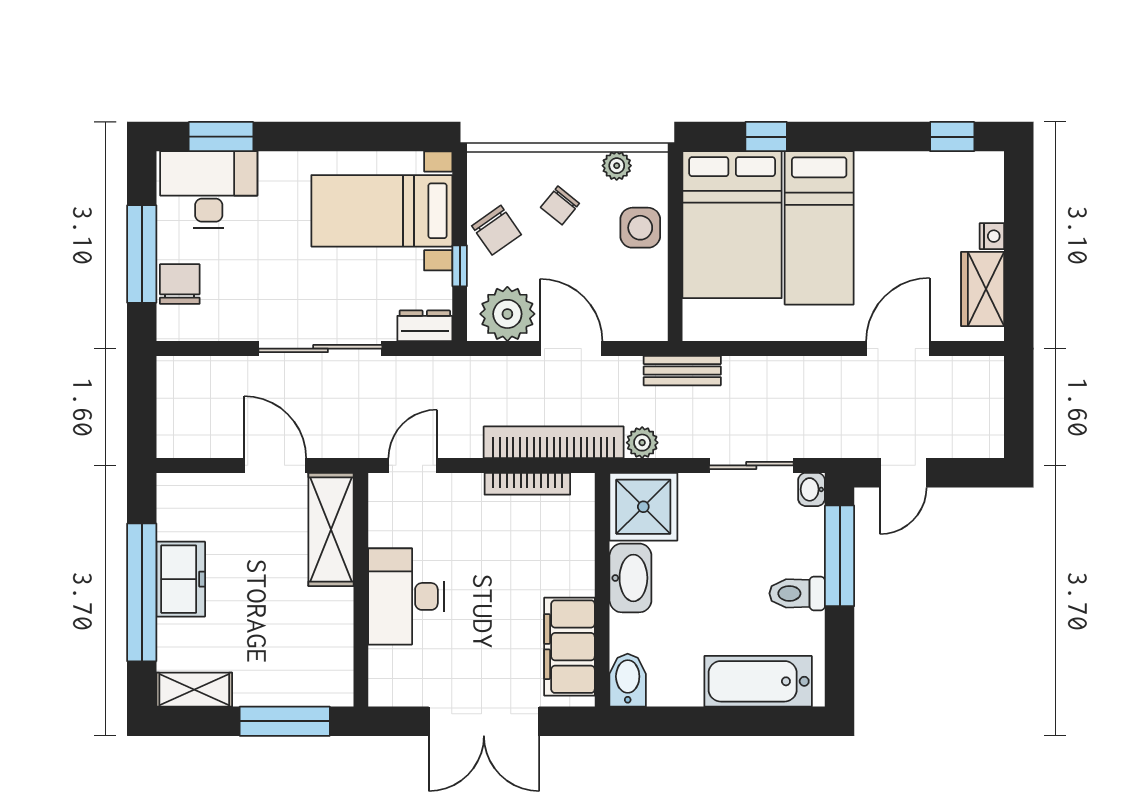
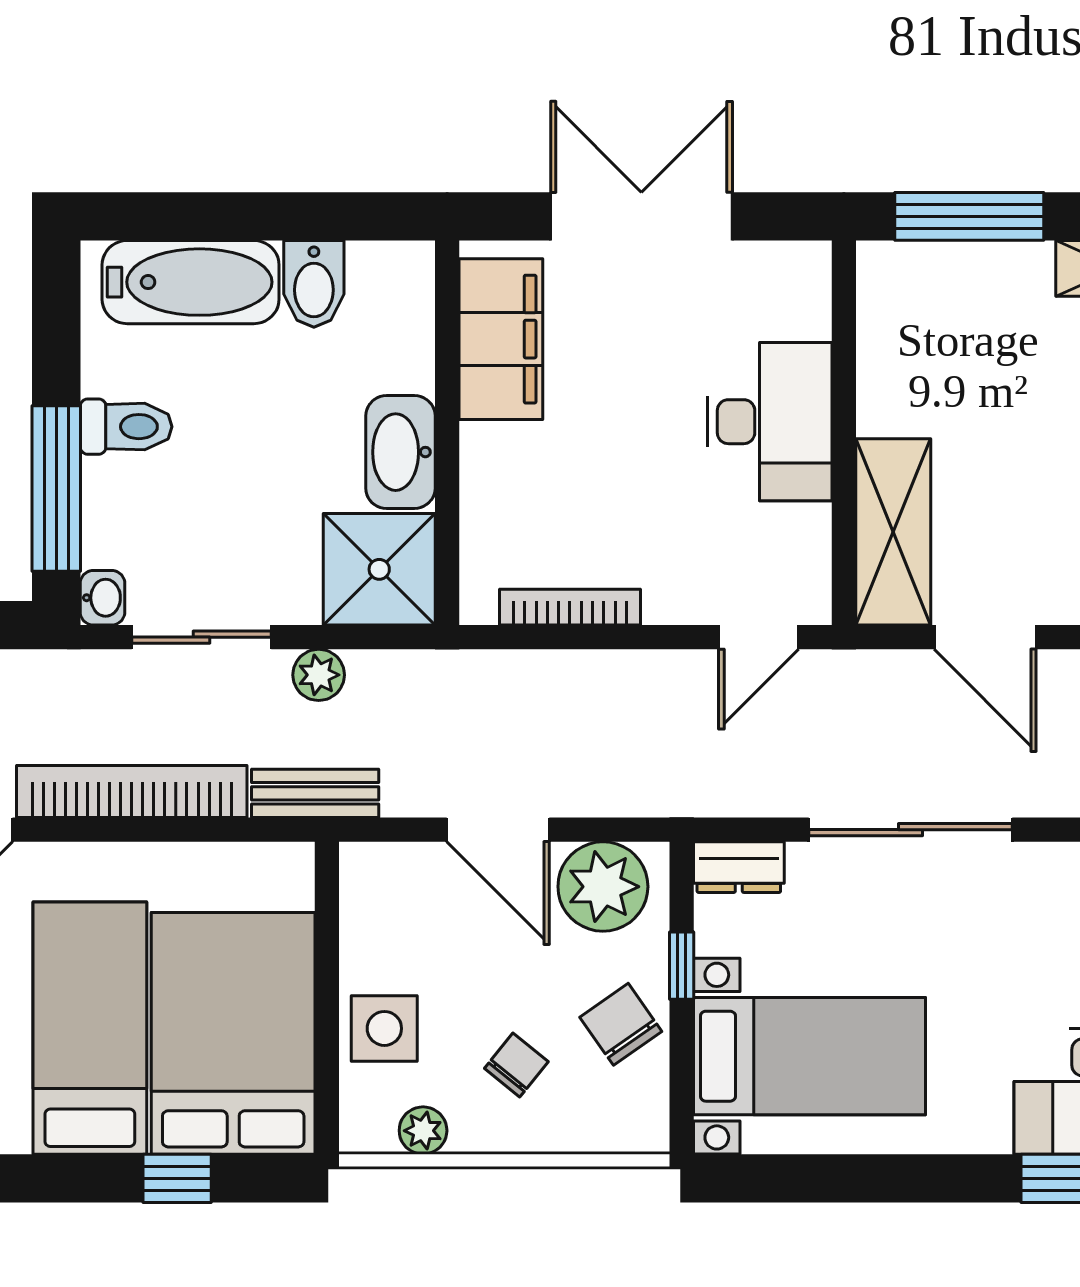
bookcase: (554, 442) -> (132, 791), moved, turned 180
plant: (642, 443) -> (319, 675), moved
bidet: (628, 680) -> (314, 284), moved

